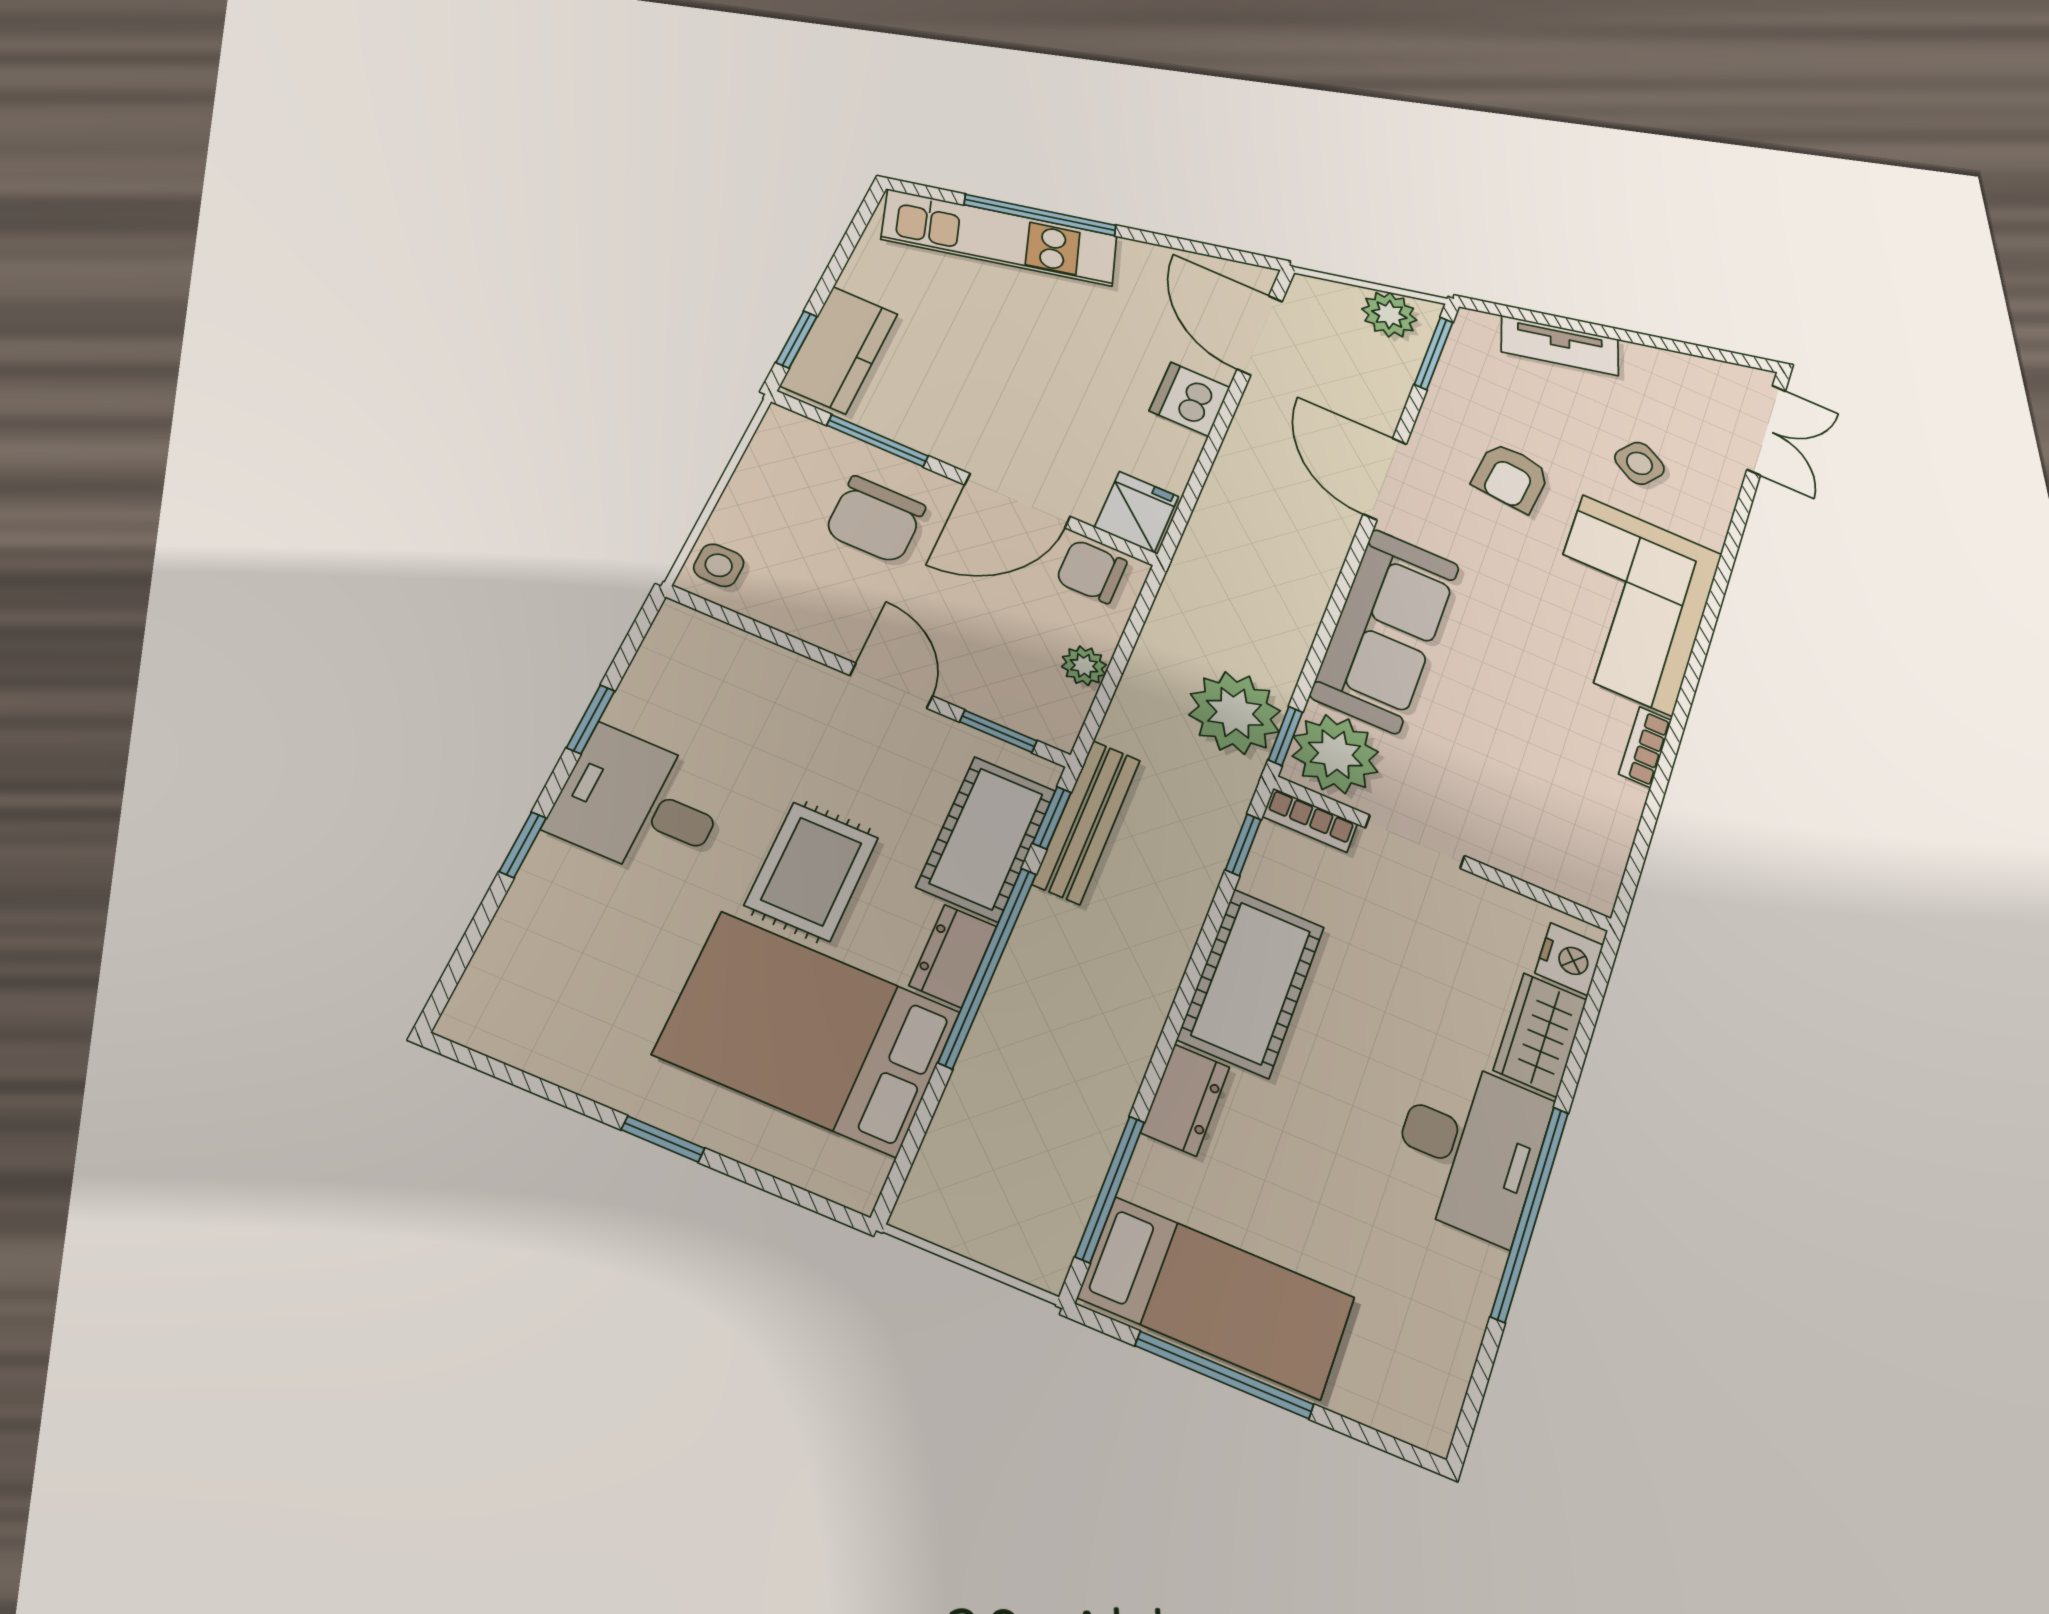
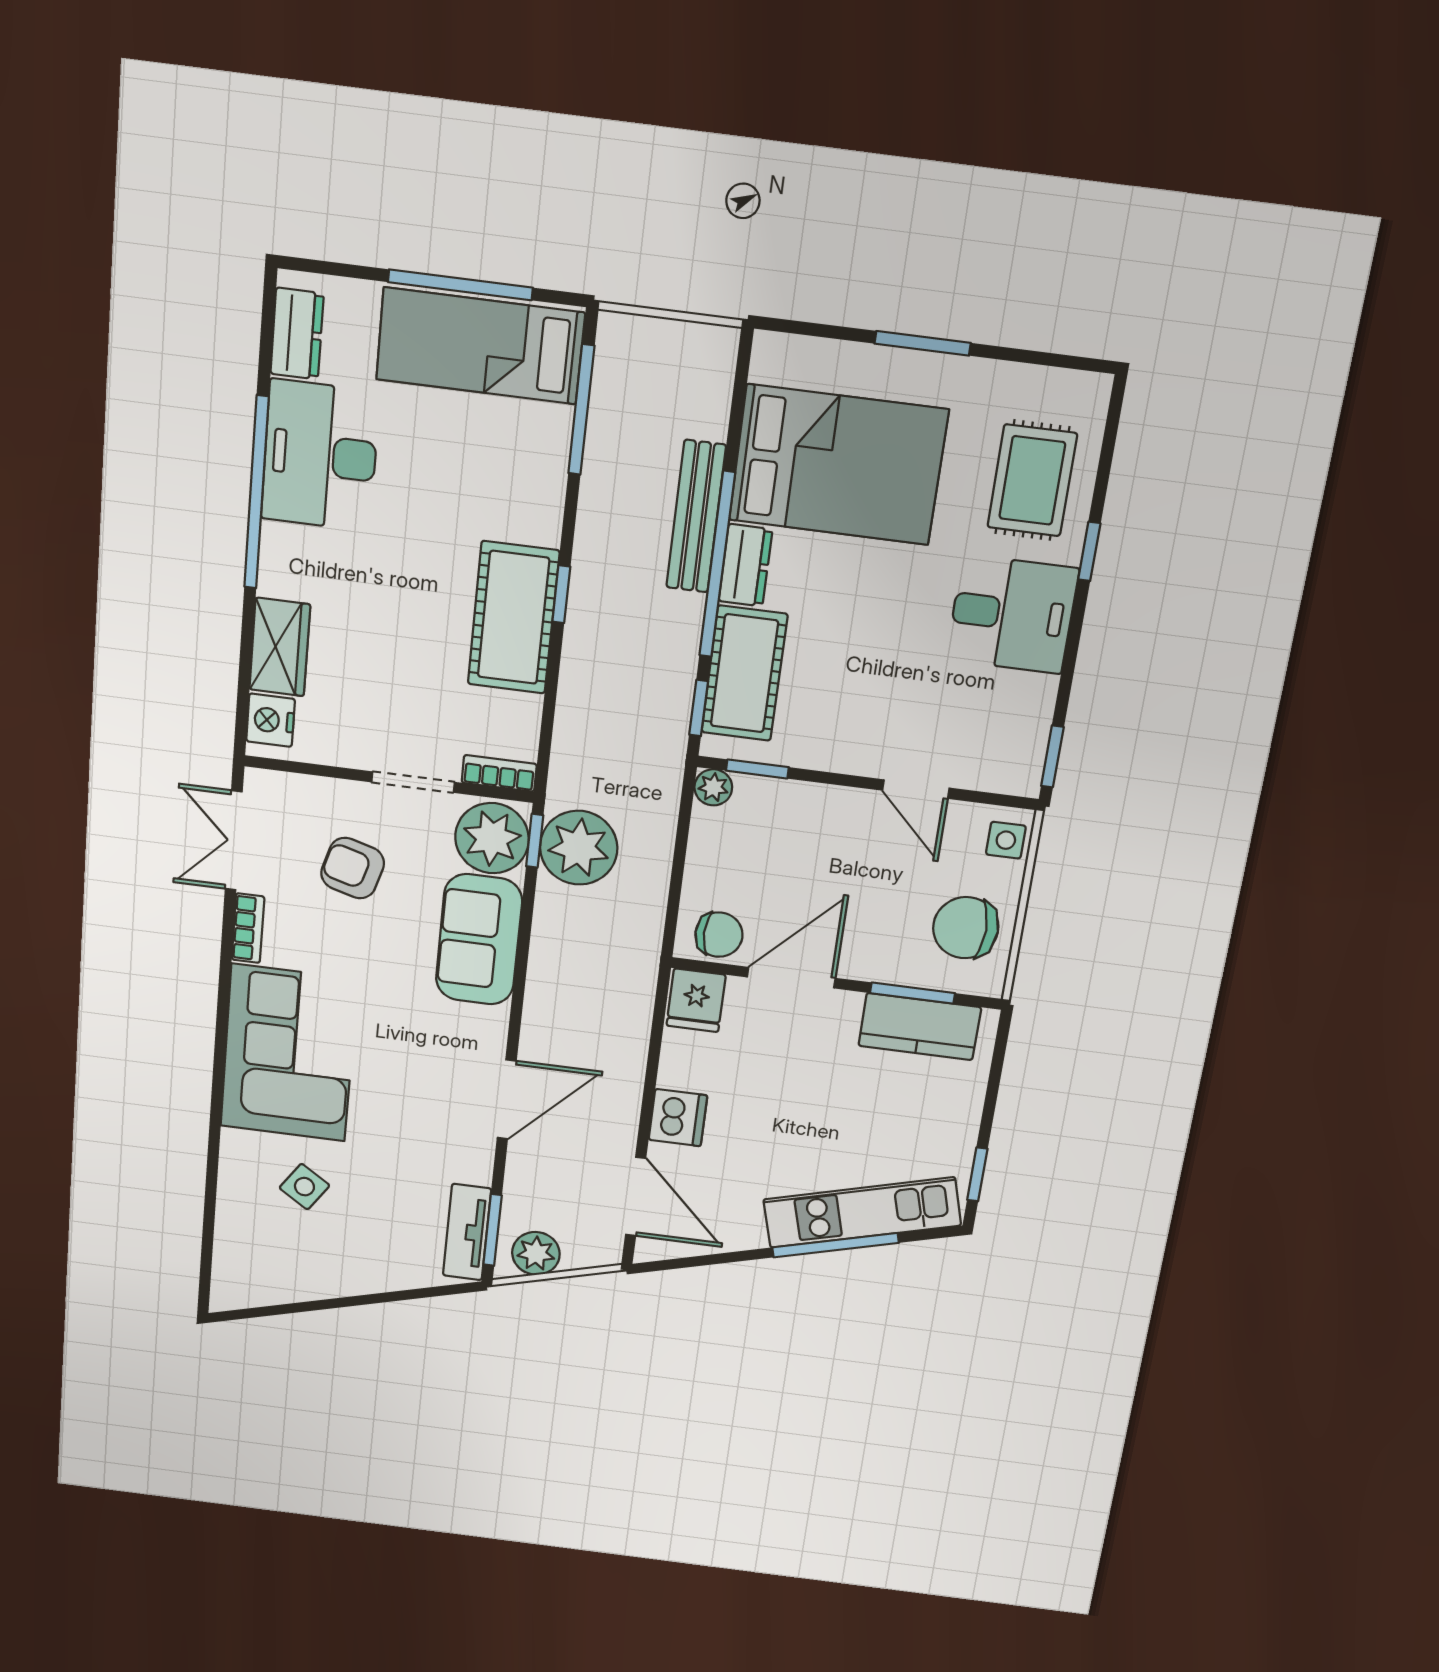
window: (796, 339) -> (977, 1174), moved
tv unit: (1560, 346) -> (467, 1232), moved, turned -75
kitchen counter: (839, 350) -> (920, 1027), moved, turned -90
double door: (1766, 430) -> (234, 841), moved
armchair: (1511, 477) -> (353, 868), moved, turned -80
door: (1385, 479) -> (507, 1099), hinge flipped
chair: (875, 520) -> (966, 928), moved, turned -90
sofa: (1385, 630) -> (479, 940), width x0.73
plant: (1084, 666) -> (713, 787), moved
door: (891, 686) -> (916, 789), moved
window: (591, 719) -> (1052, 756), moved
bench: (1087, 822) -> (696, 517), moved
window: (1243, 845) -> (561, 594), moved
rug: (812, 871) -> (1032, 480), moved
dresser: (1185, 1100) -> (297, 334), moved, turned 180
window: (663, 1139) -> (923, 343), width x1.50
desk: (1470, 1148) -> (320, 455), moved

